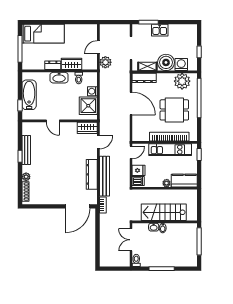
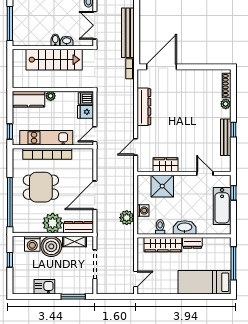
kitchen sink: (160, 30) -> (44, 287), moved
door: (98, 47) -> (136, 279), moved
plant: (105, 62) -> (127, 218), moved
wardrobe: (71, 64) -> (163, 245), width x1.50
plant: (182, 81) -> (53, 223), moved
door: (131, 103) -> (95, 195), hinge flipped
shower: (88, 106) -> (162, 186), moved
door: (53, 121) -> (205, 173), moved
wardrobe: (87, 128) -> (166, 165), moved
bench: (105, 176) -> (128, 33), moved
double door: (131, 240) -> (95, 25), swing flipped

